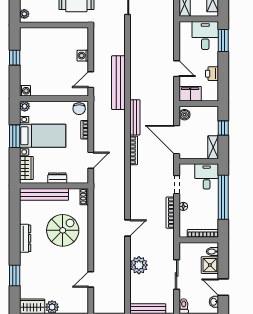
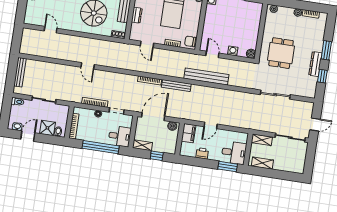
boiler: (83, 33) -> (251, 54), added
plant: (139, 265) -> (56, 70), removed

